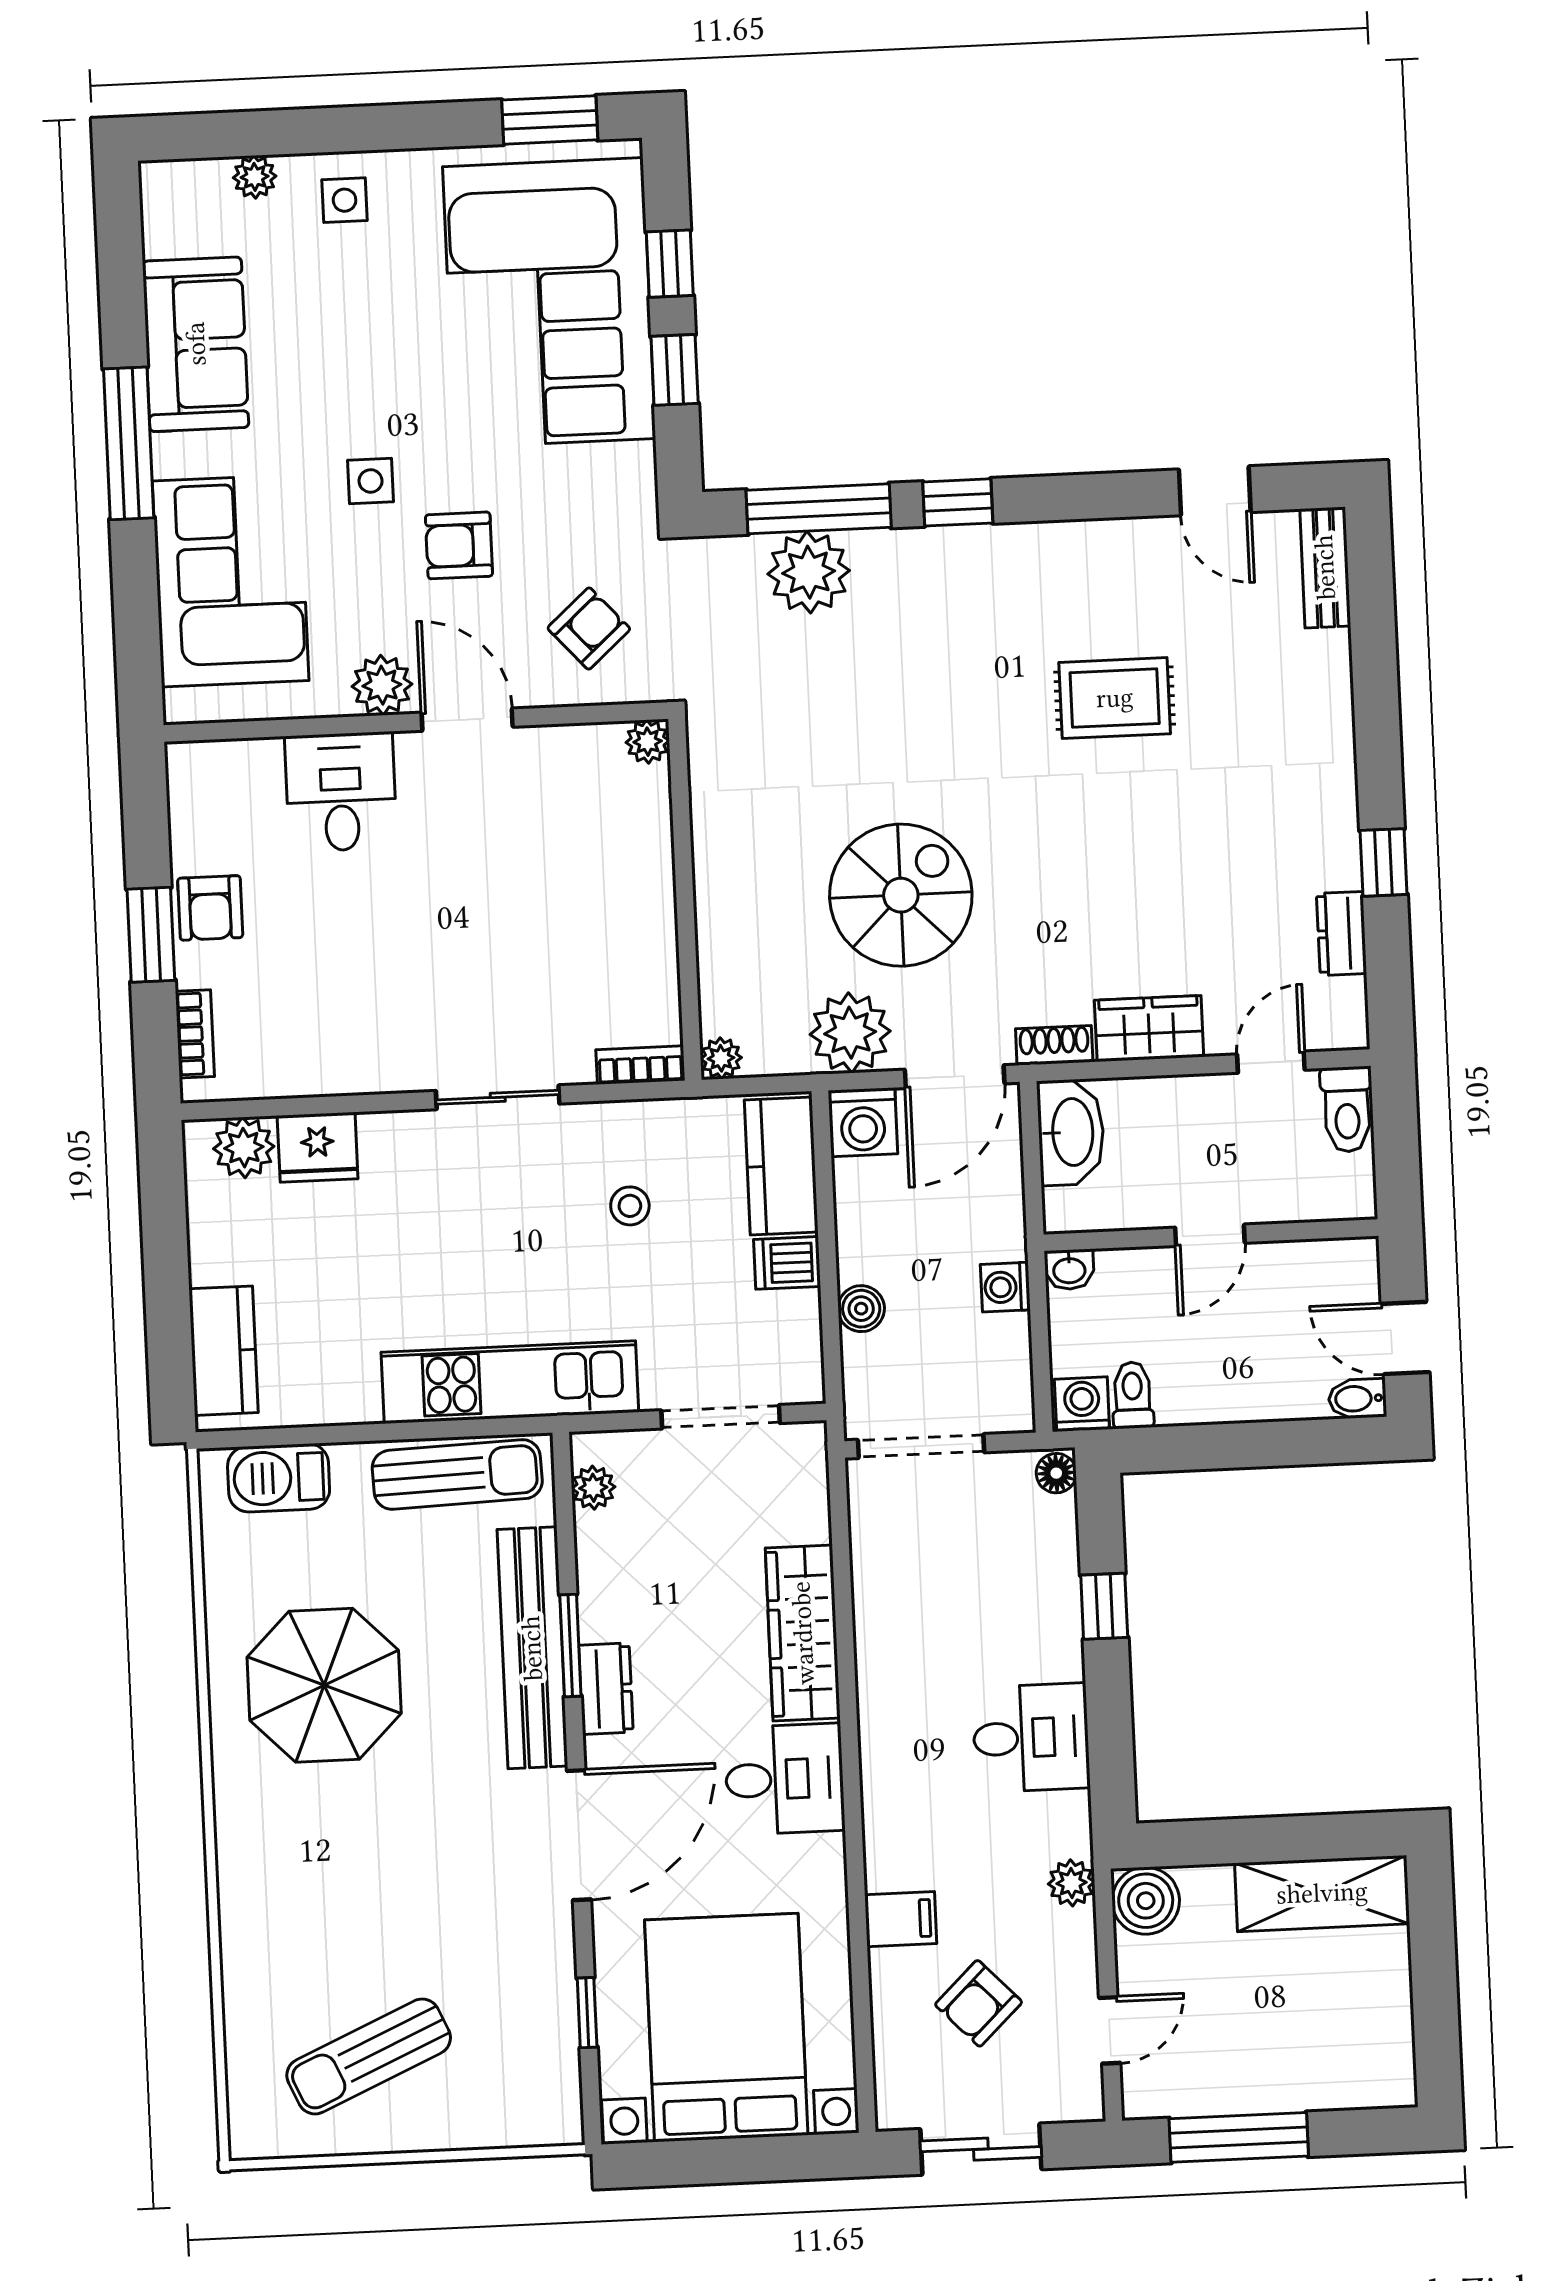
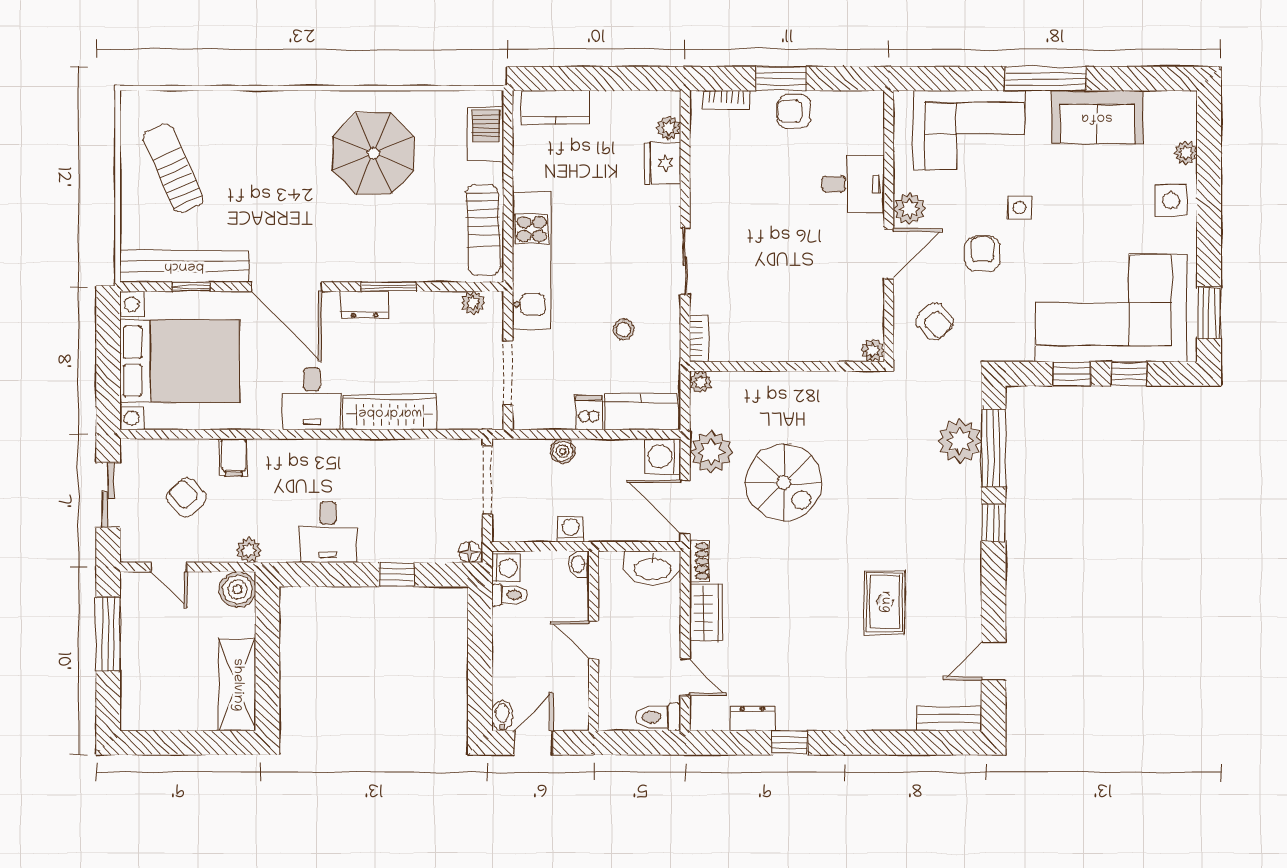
side table: (345, 200) -> (1171, 201), width x1.37, depth x1.37
plant: (244, 1148) -> (669, 128), width x0.73, depth x0.73
bench: (532, 1648) -> (184, 266), moved

